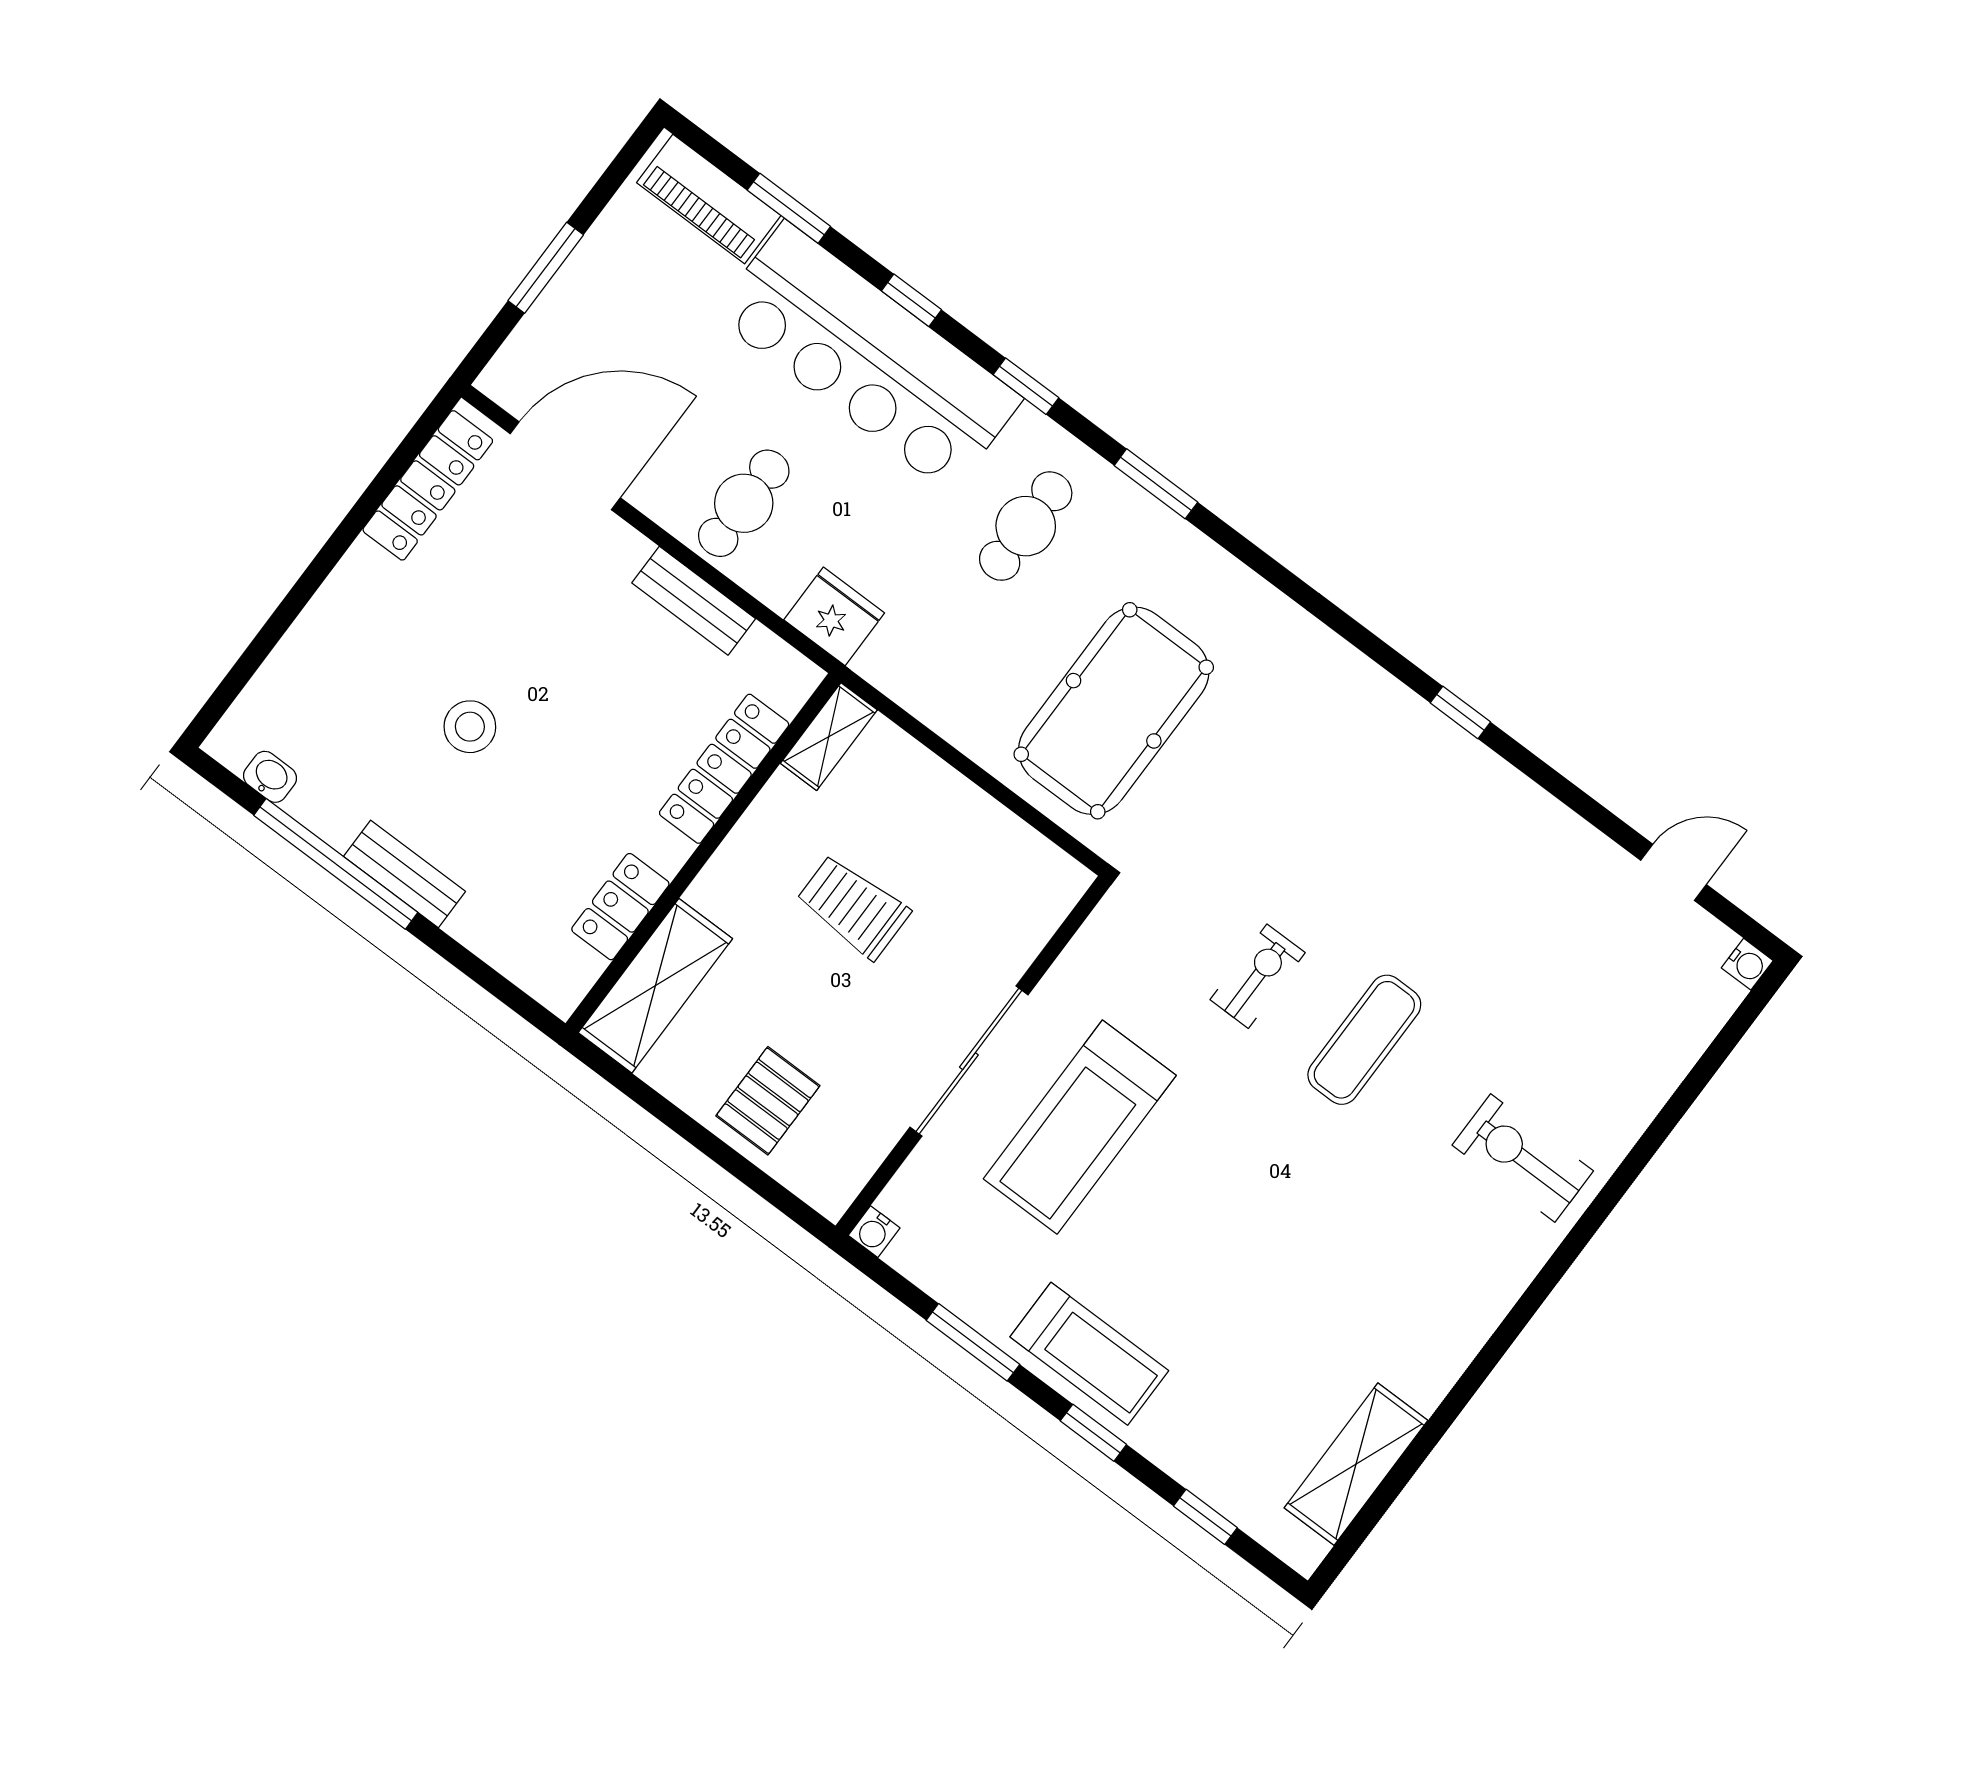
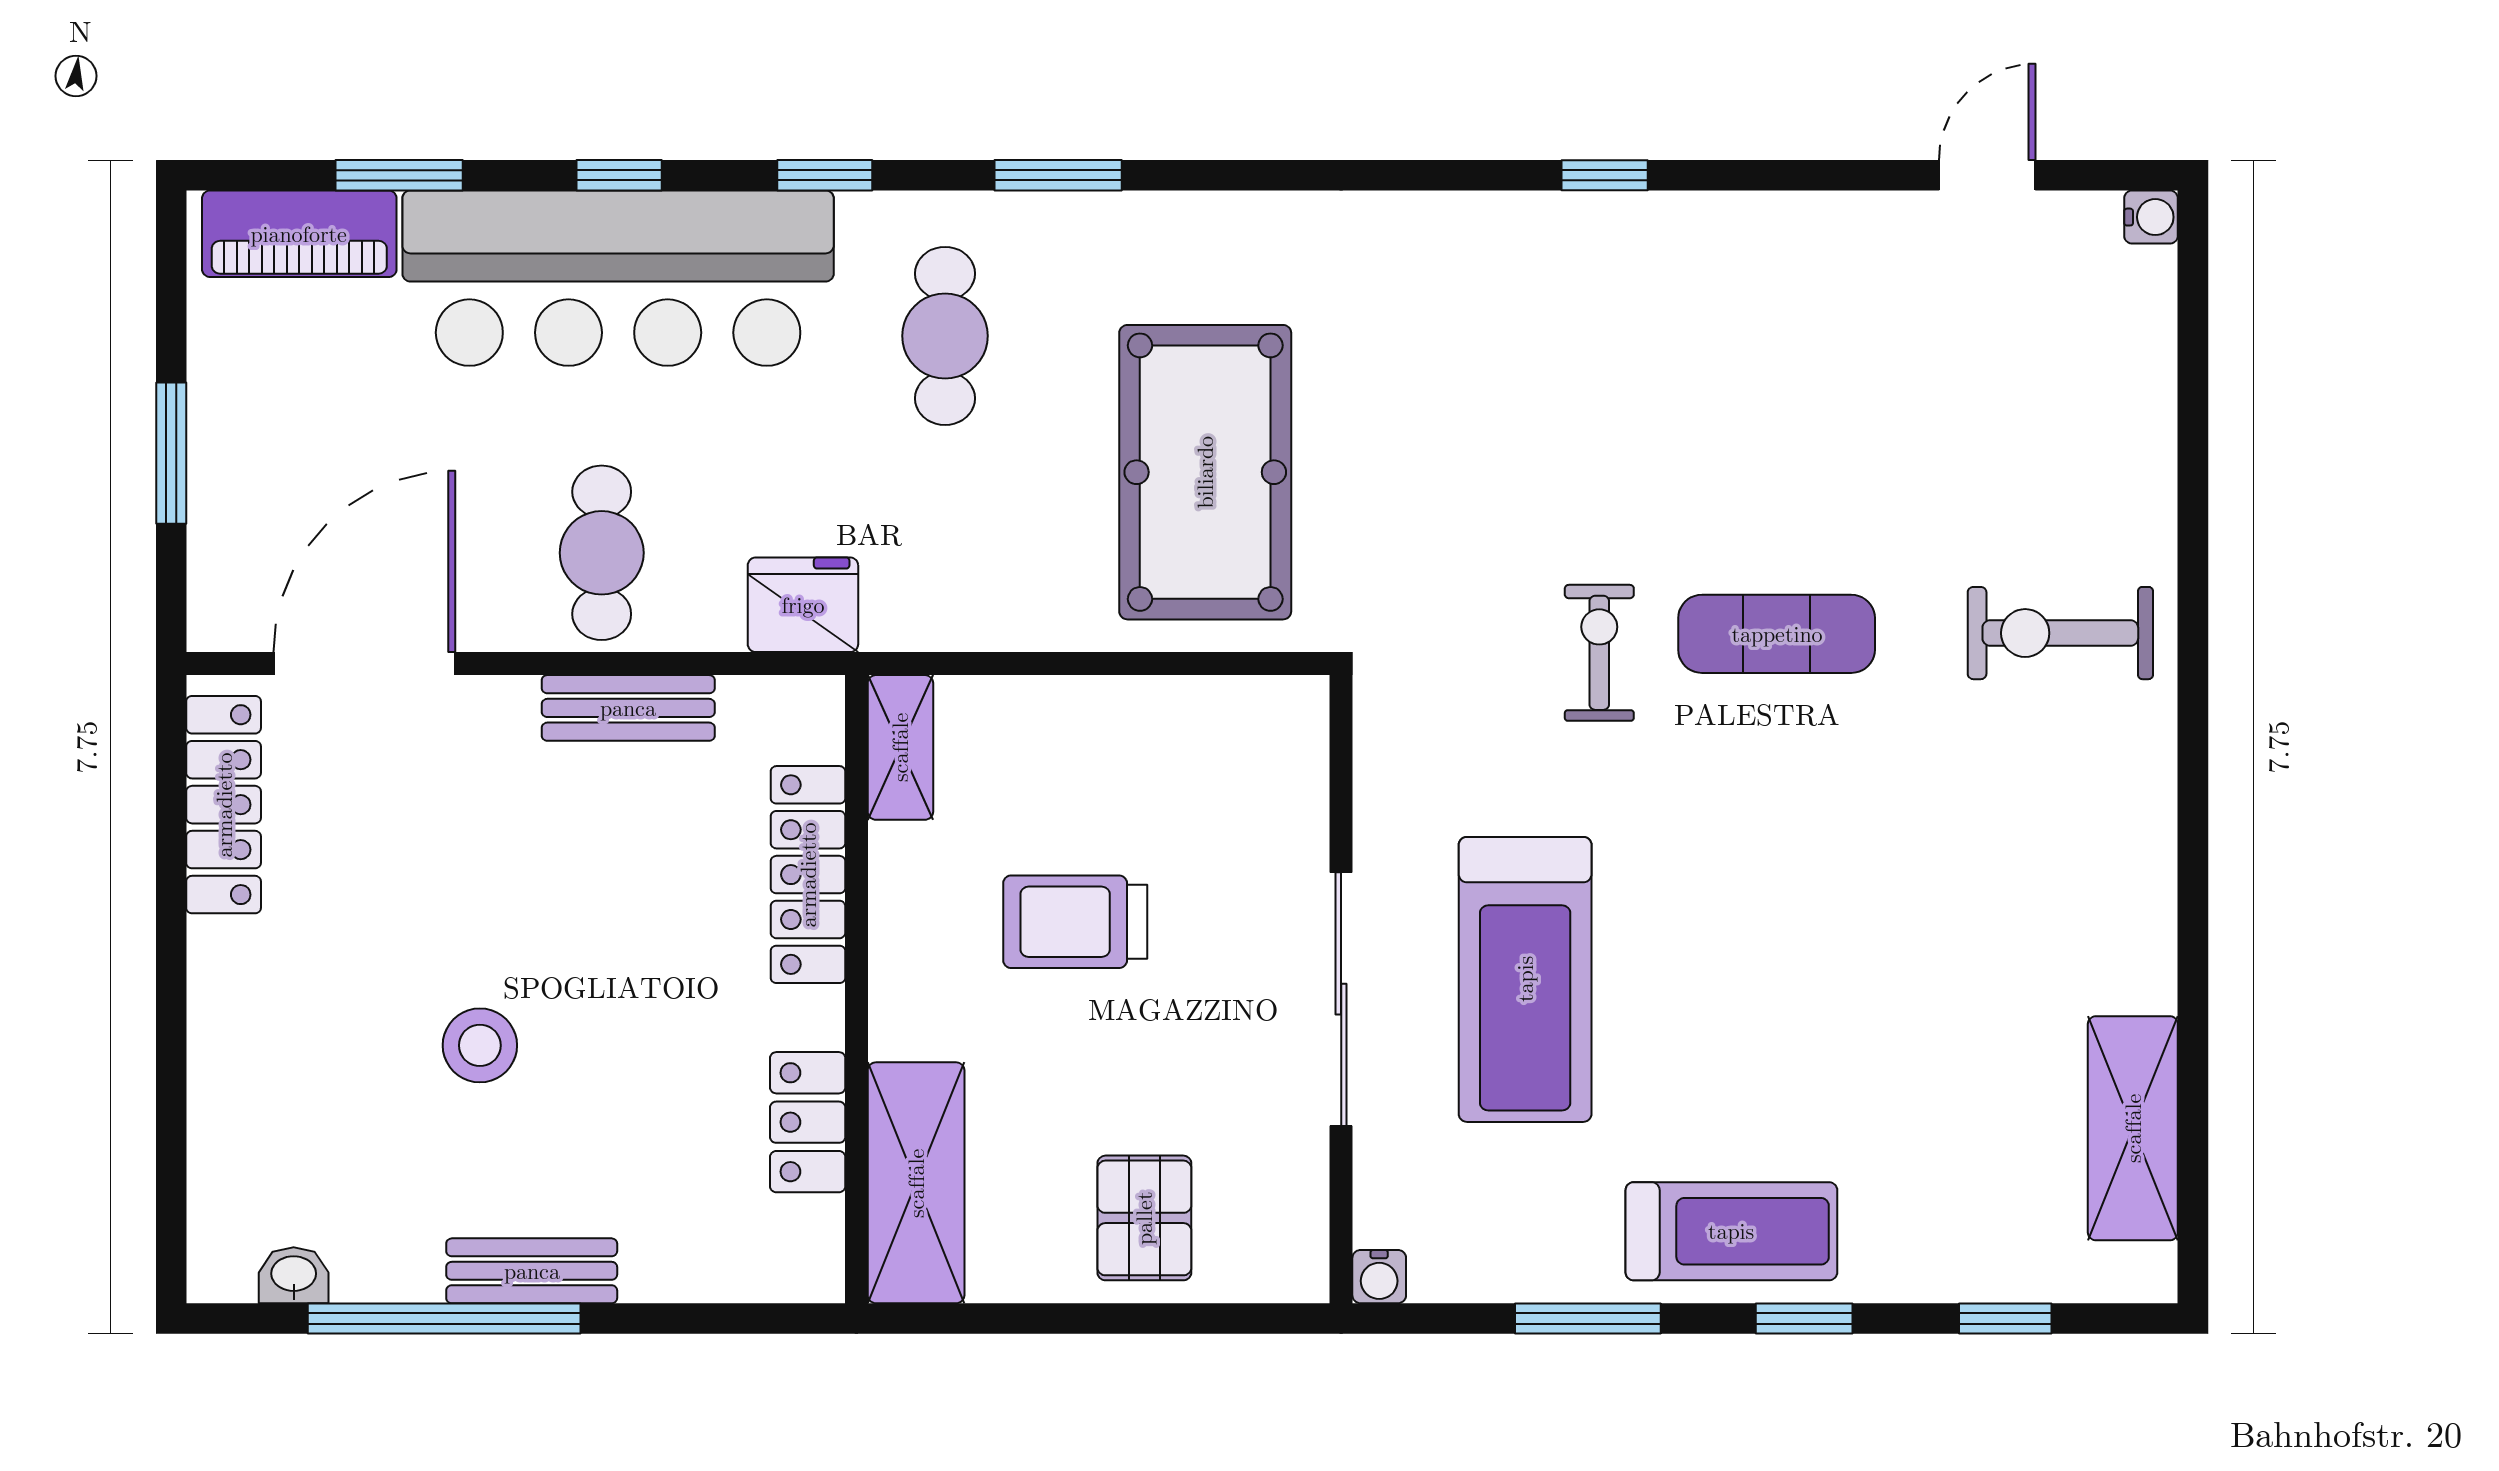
exercise mat: (1364, 1040) -> (1777, 634), turned 90

